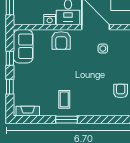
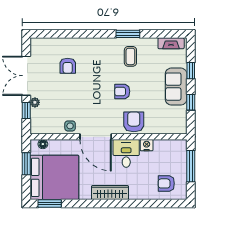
sofa: (23, 46) -> (176, 87), moved
side table: (103, 49) -> (70, 126), moved
armchair: (72, 68) -> (122, 91), added

